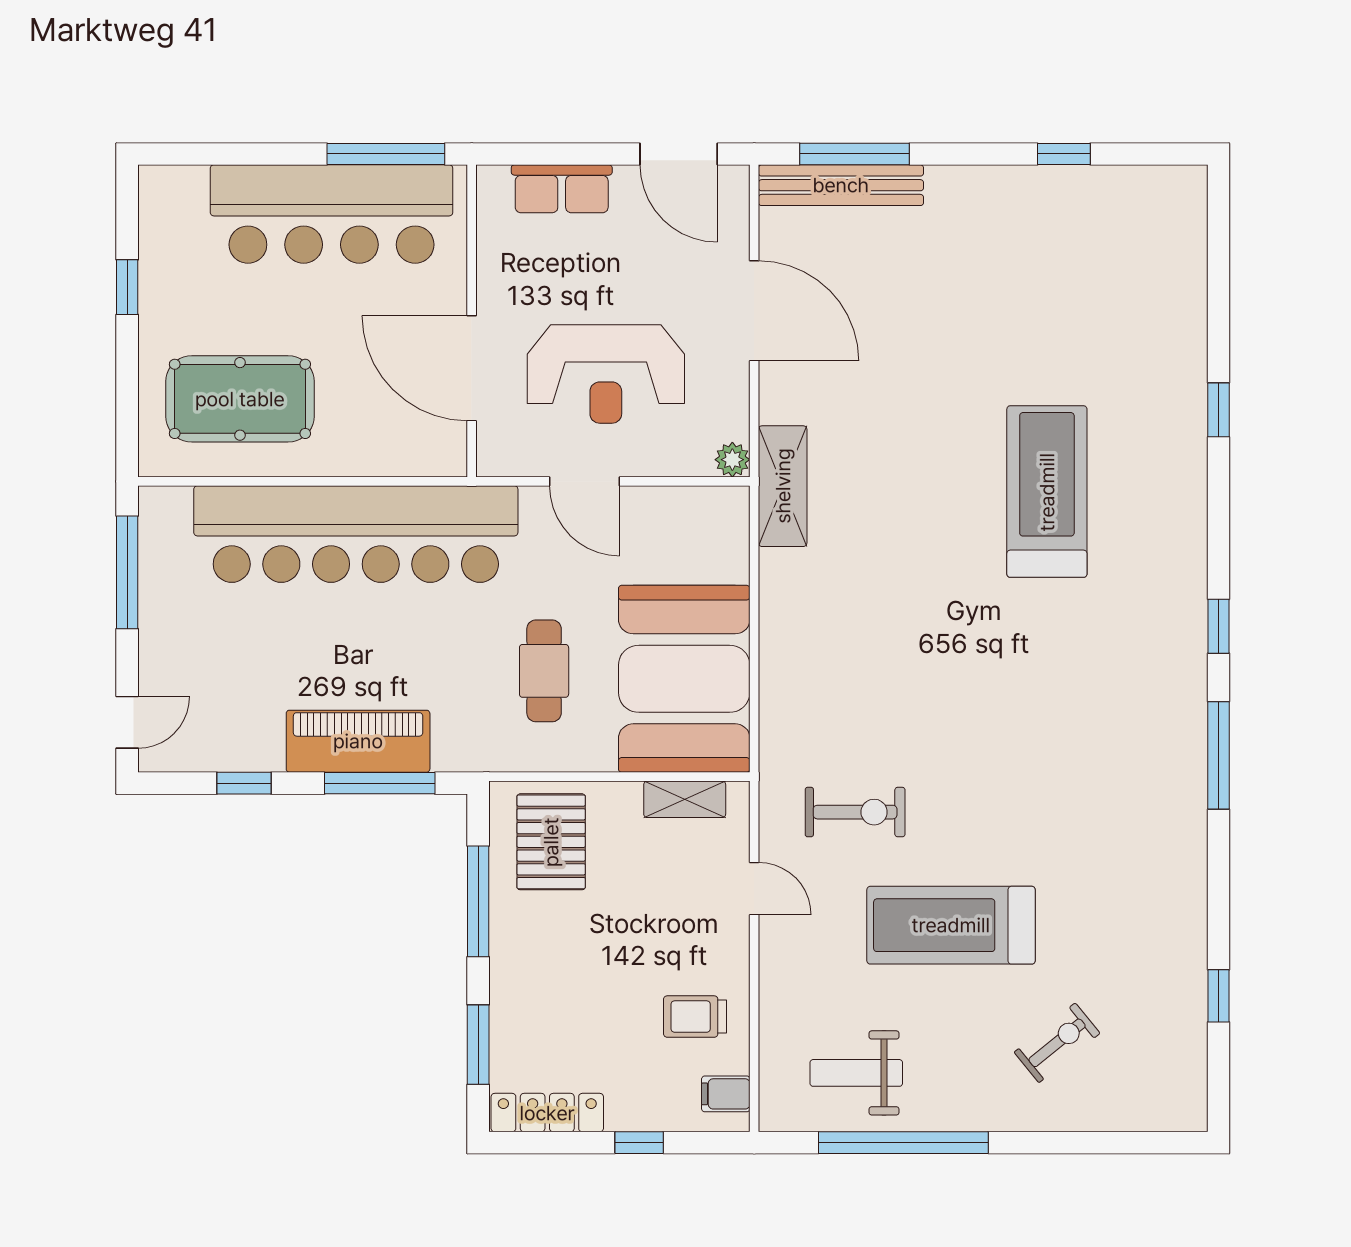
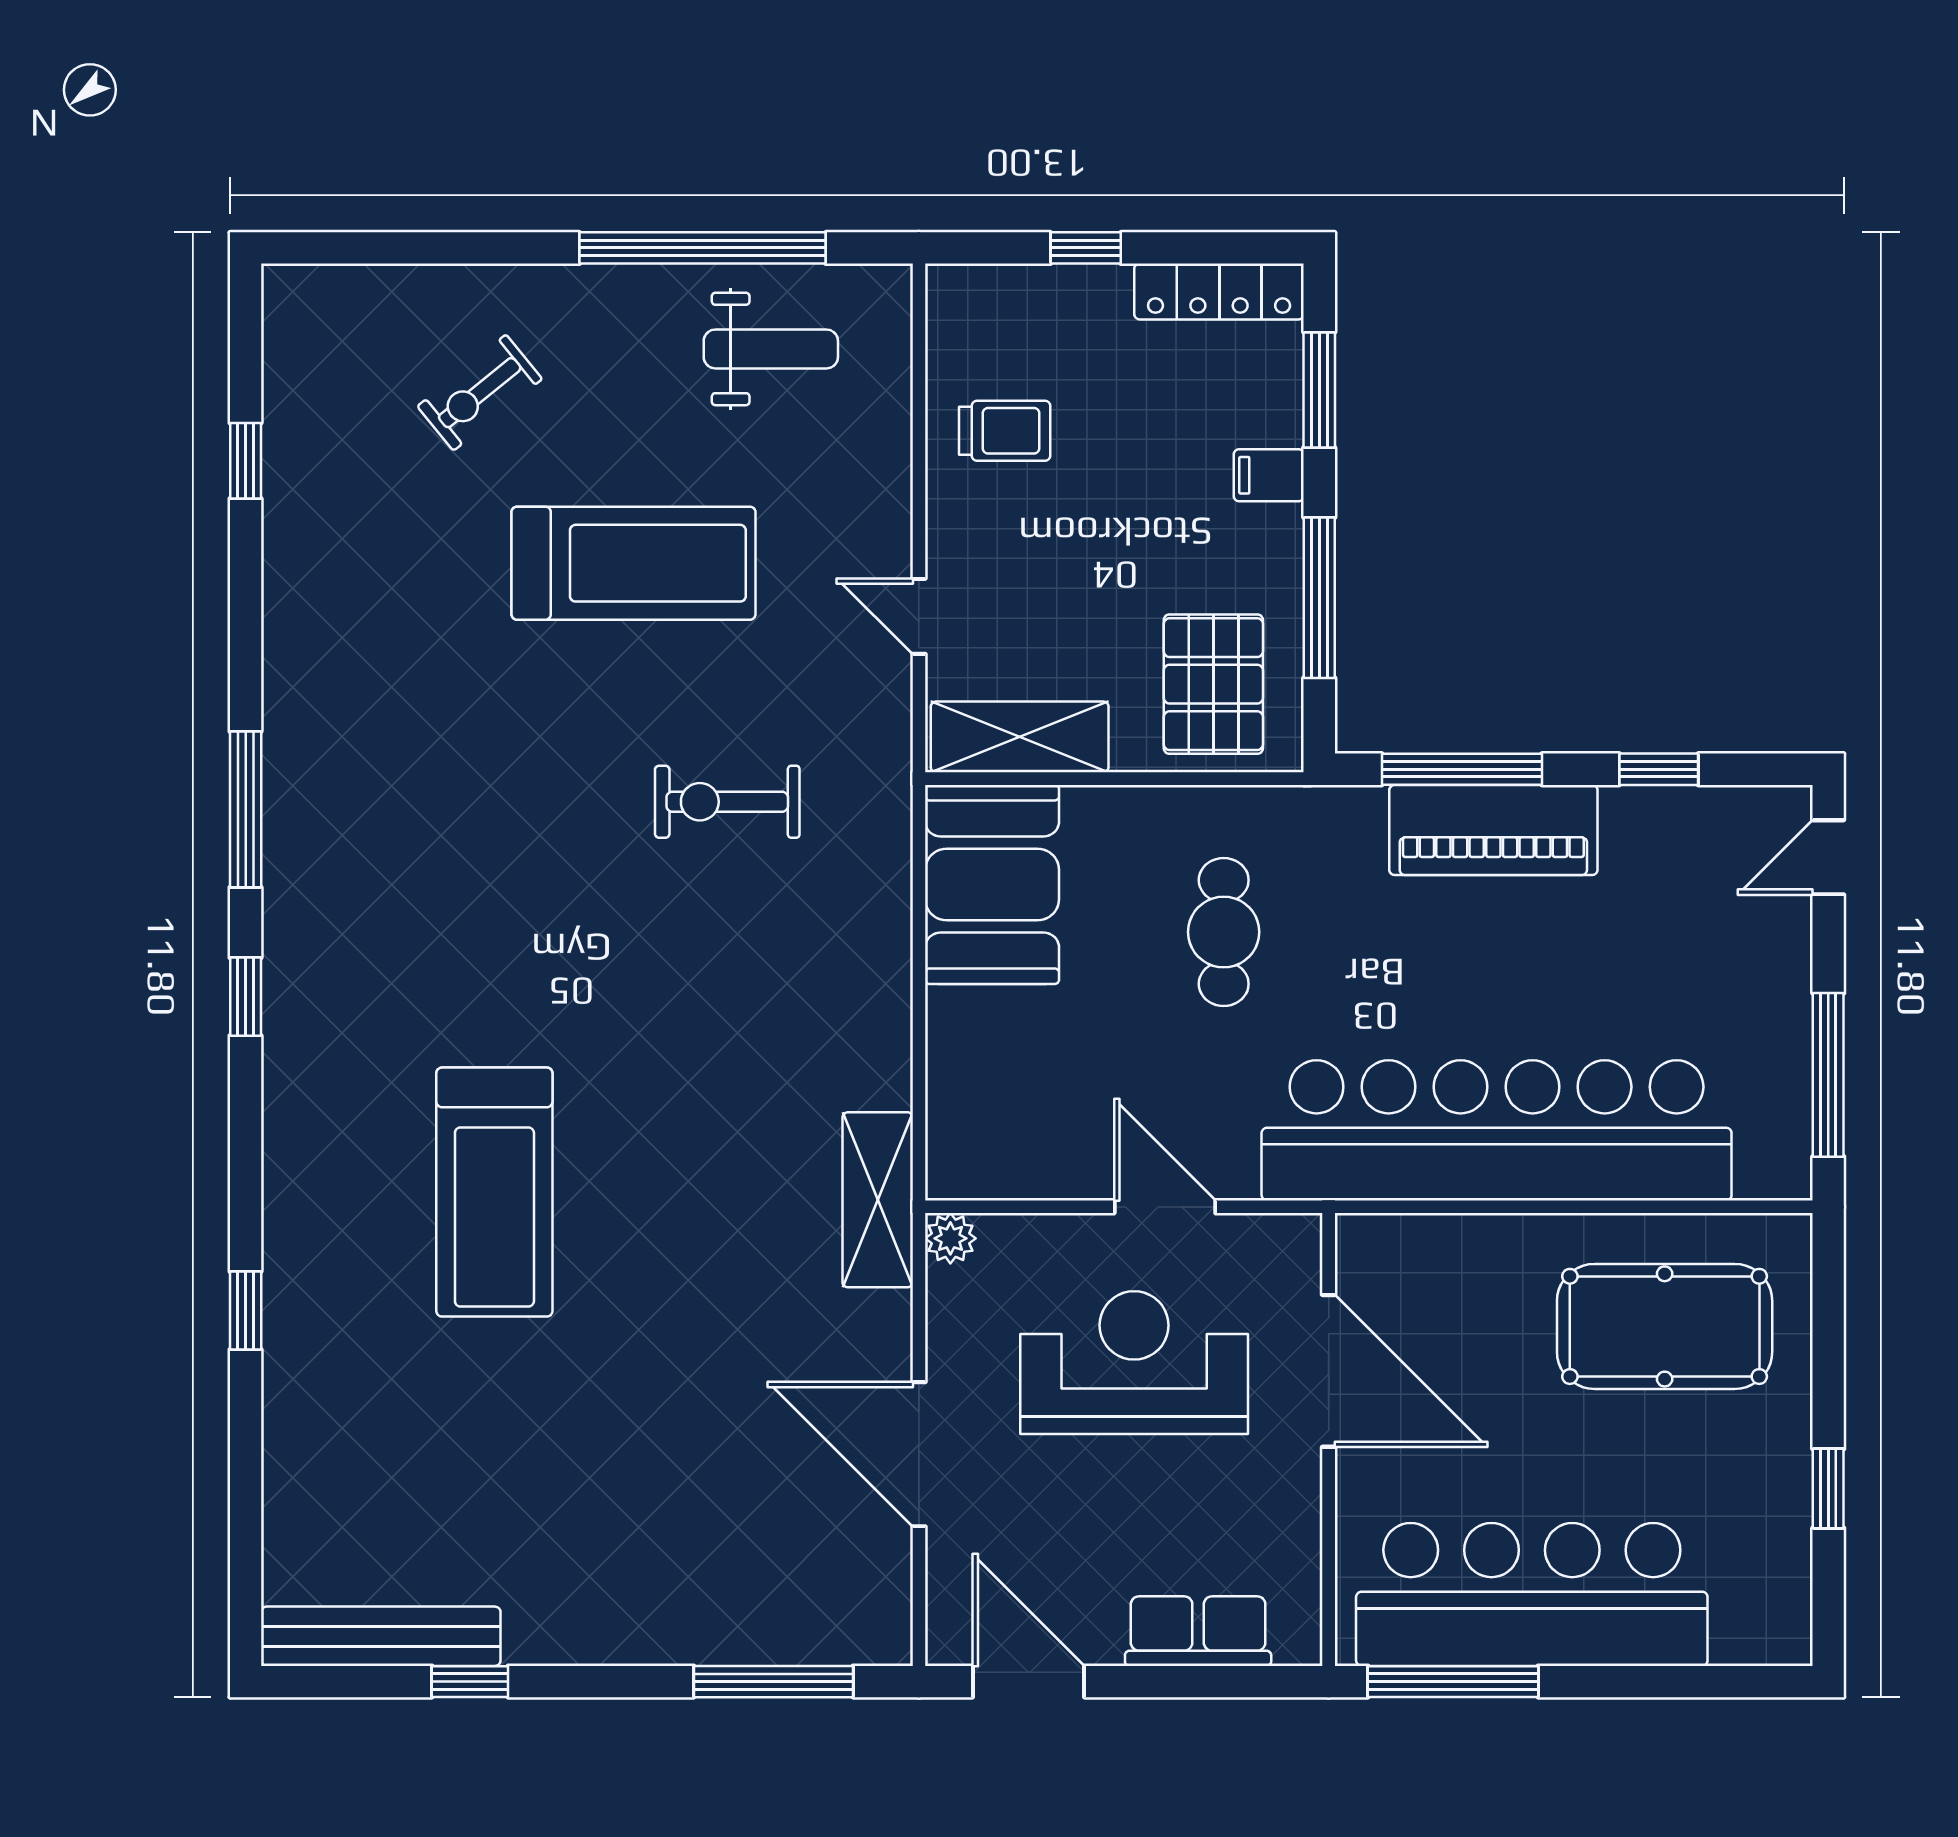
bench: (841, 185) -> (381, 1636), moved
booth: (684, 679) -> (992, 884), width x0.73, depth x0.70
shelving: (685, 799) -> (1020, 737), width x1.50, depth x1.33
exercise bike: (855, 812) -> (727, 802), moved
filing cabinet: (726, 1094) -> (1269, 475), moved, turned 180

